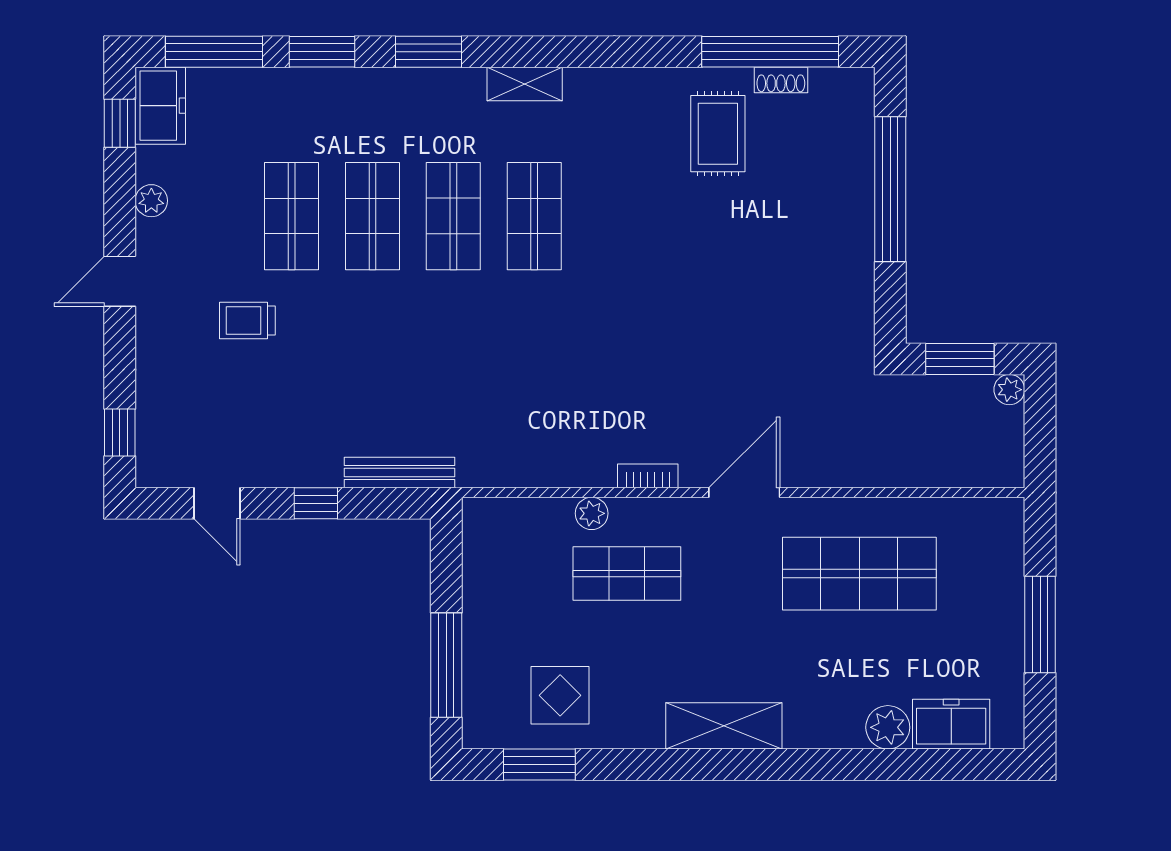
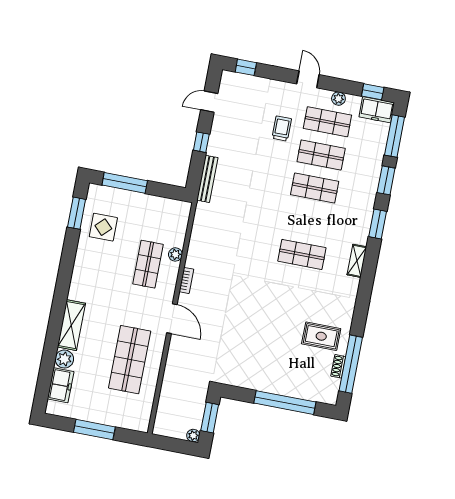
shop shelf: (453, 216) -> (327, 122), moved
shelving: (724, 726) -> (71, 325), moved

